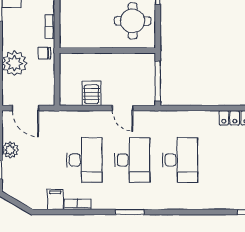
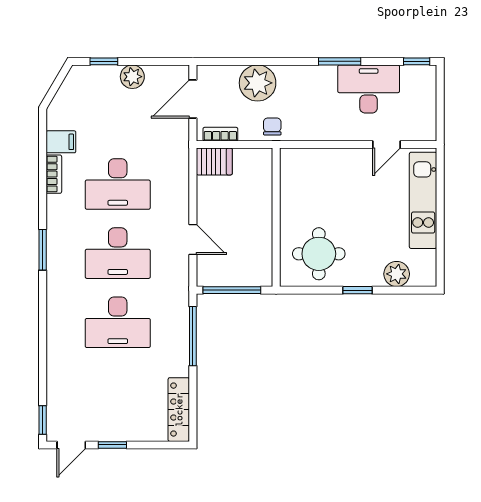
bookcase: (50, 27) -> (220, 134), moved
server rack: (92, 93) -> (214, 161), moved
door: (123, 108) -> (193, 239), swing flipped
window: (190, 108) -> (193, 336), added

